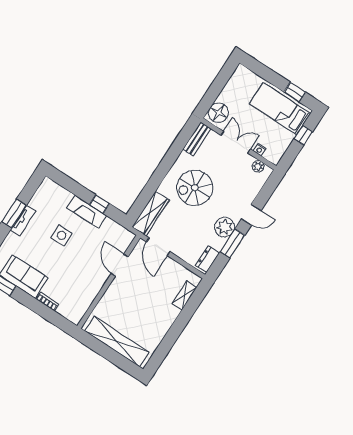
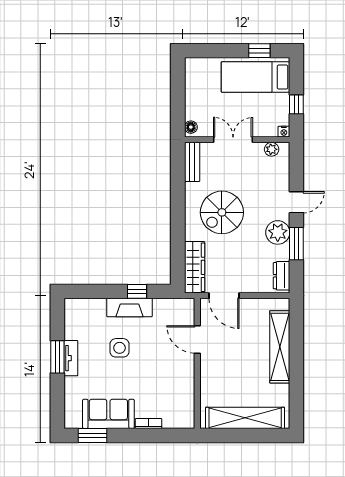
floor lamp: (218, 113) -> (191, 127), width x0.53, depth x0.53
window: (303, 135) -> (296, 104), moved
nightstand: (259, 150) -> (284, 132), moved
shelving: (185, 295) -> (280, 347), width x2.20, depth x1.33

